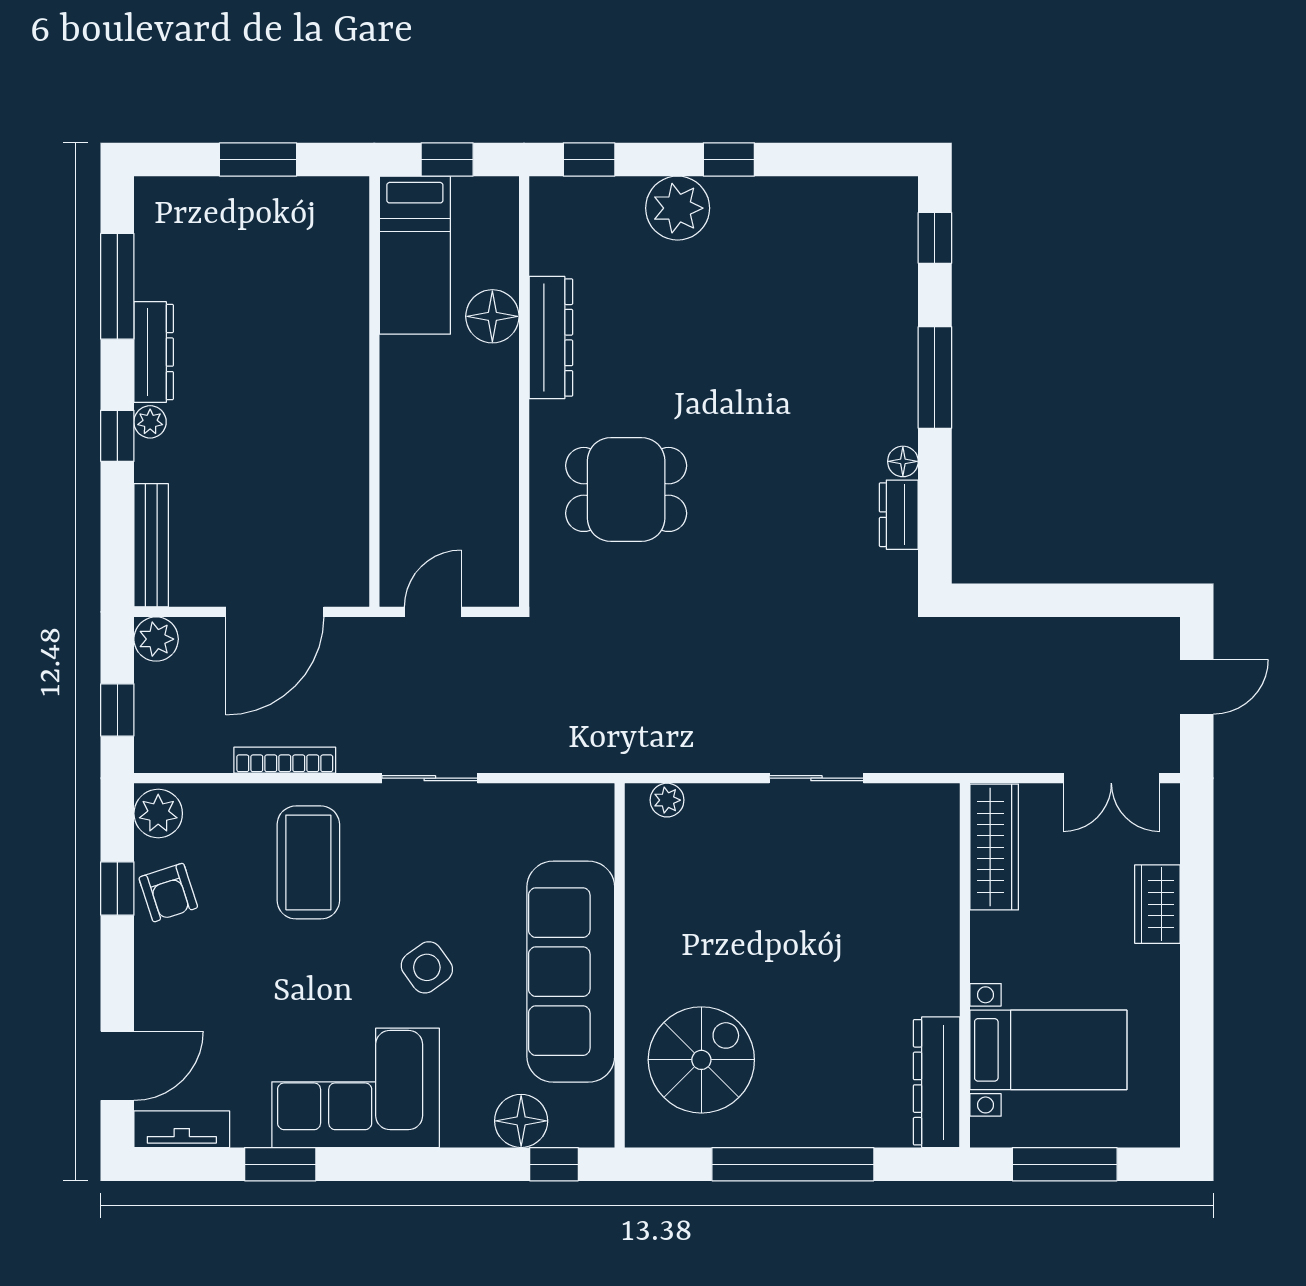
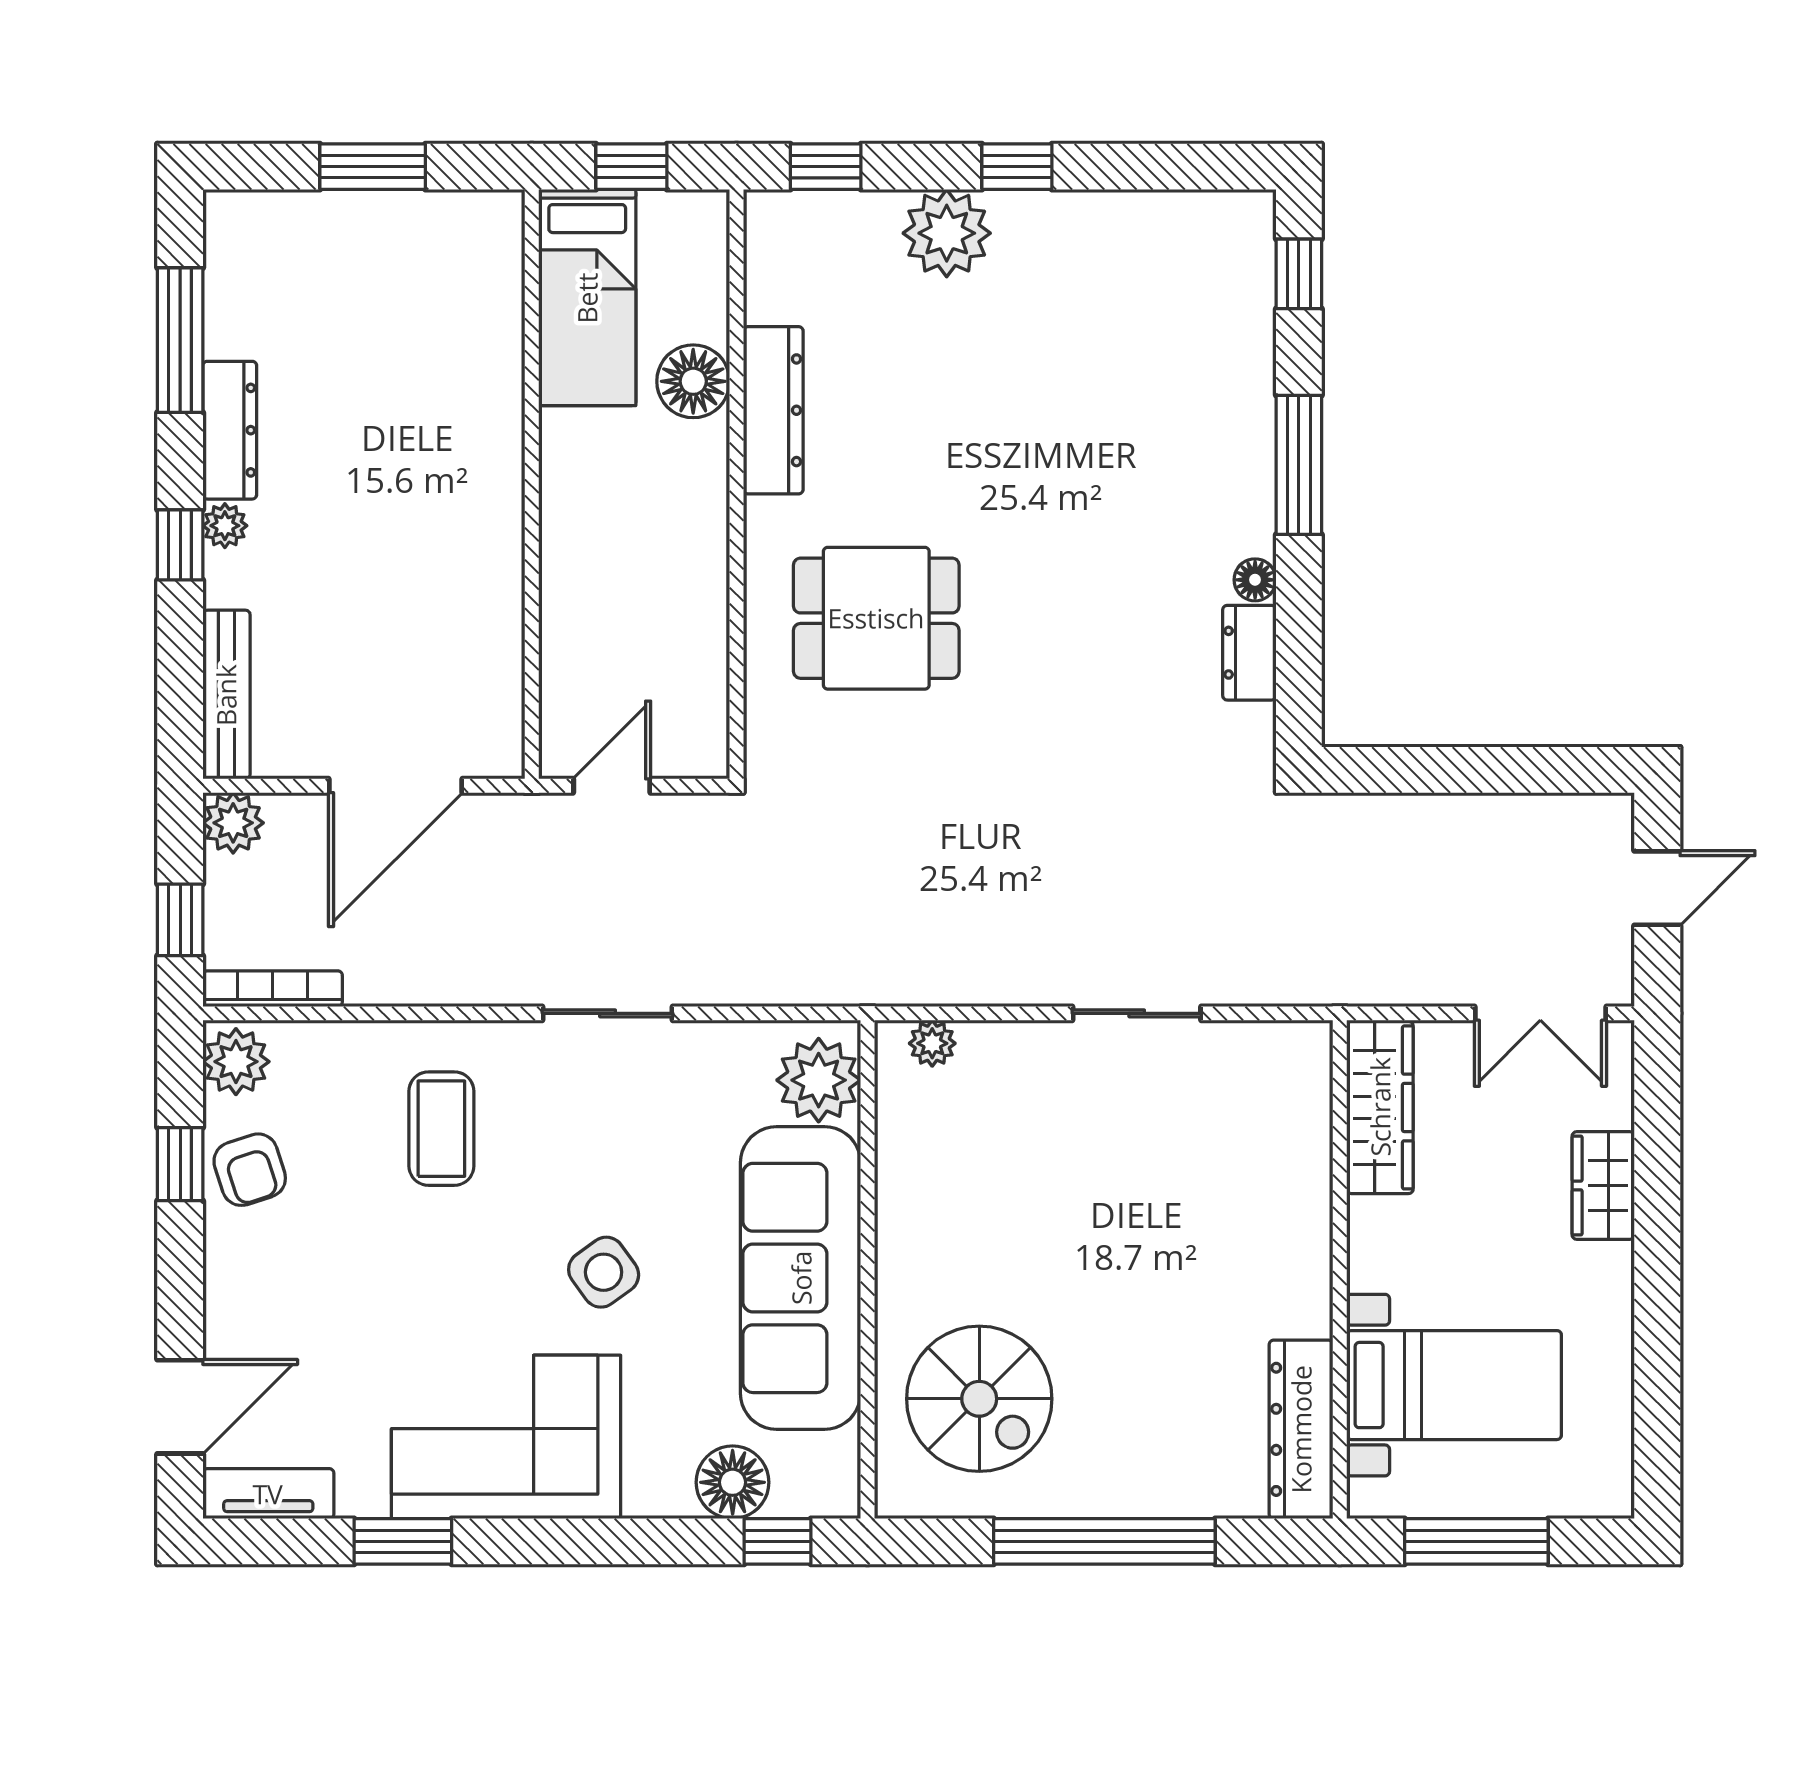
bookcase: (285, 760) -> (273, 989), moved
plant: (584, 827) -> (819, 1080), added
coffee table: (308, 862) -> (441, 1129), width x0.73, depth x0.76
spiral stairs: (701, 1060) -> (979, 1399), turned 90

